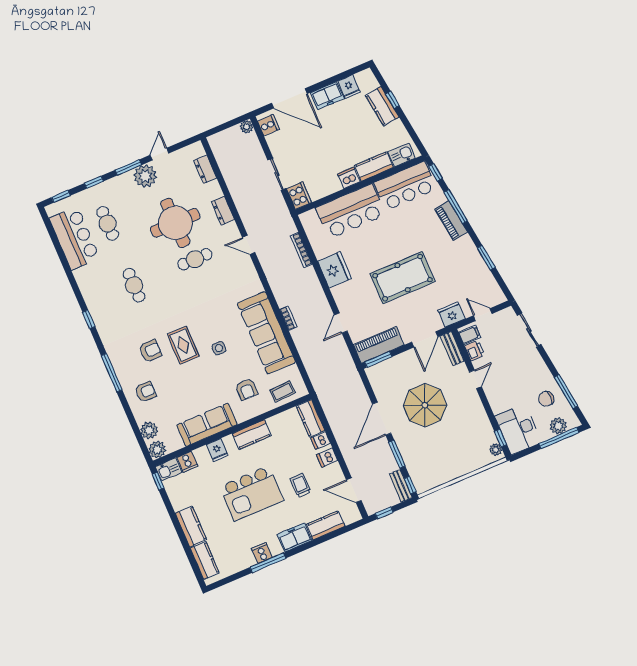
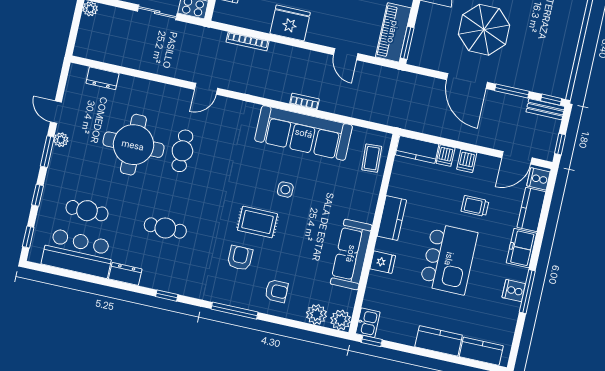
plant: (145, 176) -> (61, 140), width x0.53, depth x0.53
dresser: (223, 211) -> (125, 274), moved, turned 180
armchair: (246, 389) -> (344, 192), removed
armchair: (146, 392) -> (276, 291), turned 90
cooker: (187, 462) -> (538, 179), moved, turned 180

